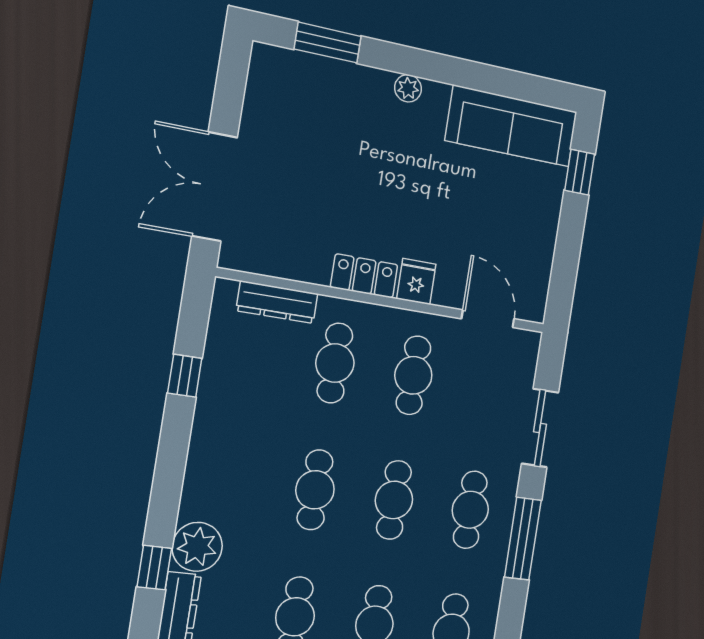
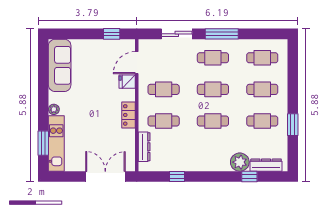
kitchen unit: (321, 76) -> (56, 143), added
window: (580, 172) -> (112, 34), moved
double door: (215, 187) -> (105, 177), swing flipped
fridge: (416, 281) -> (127, 82), moved

